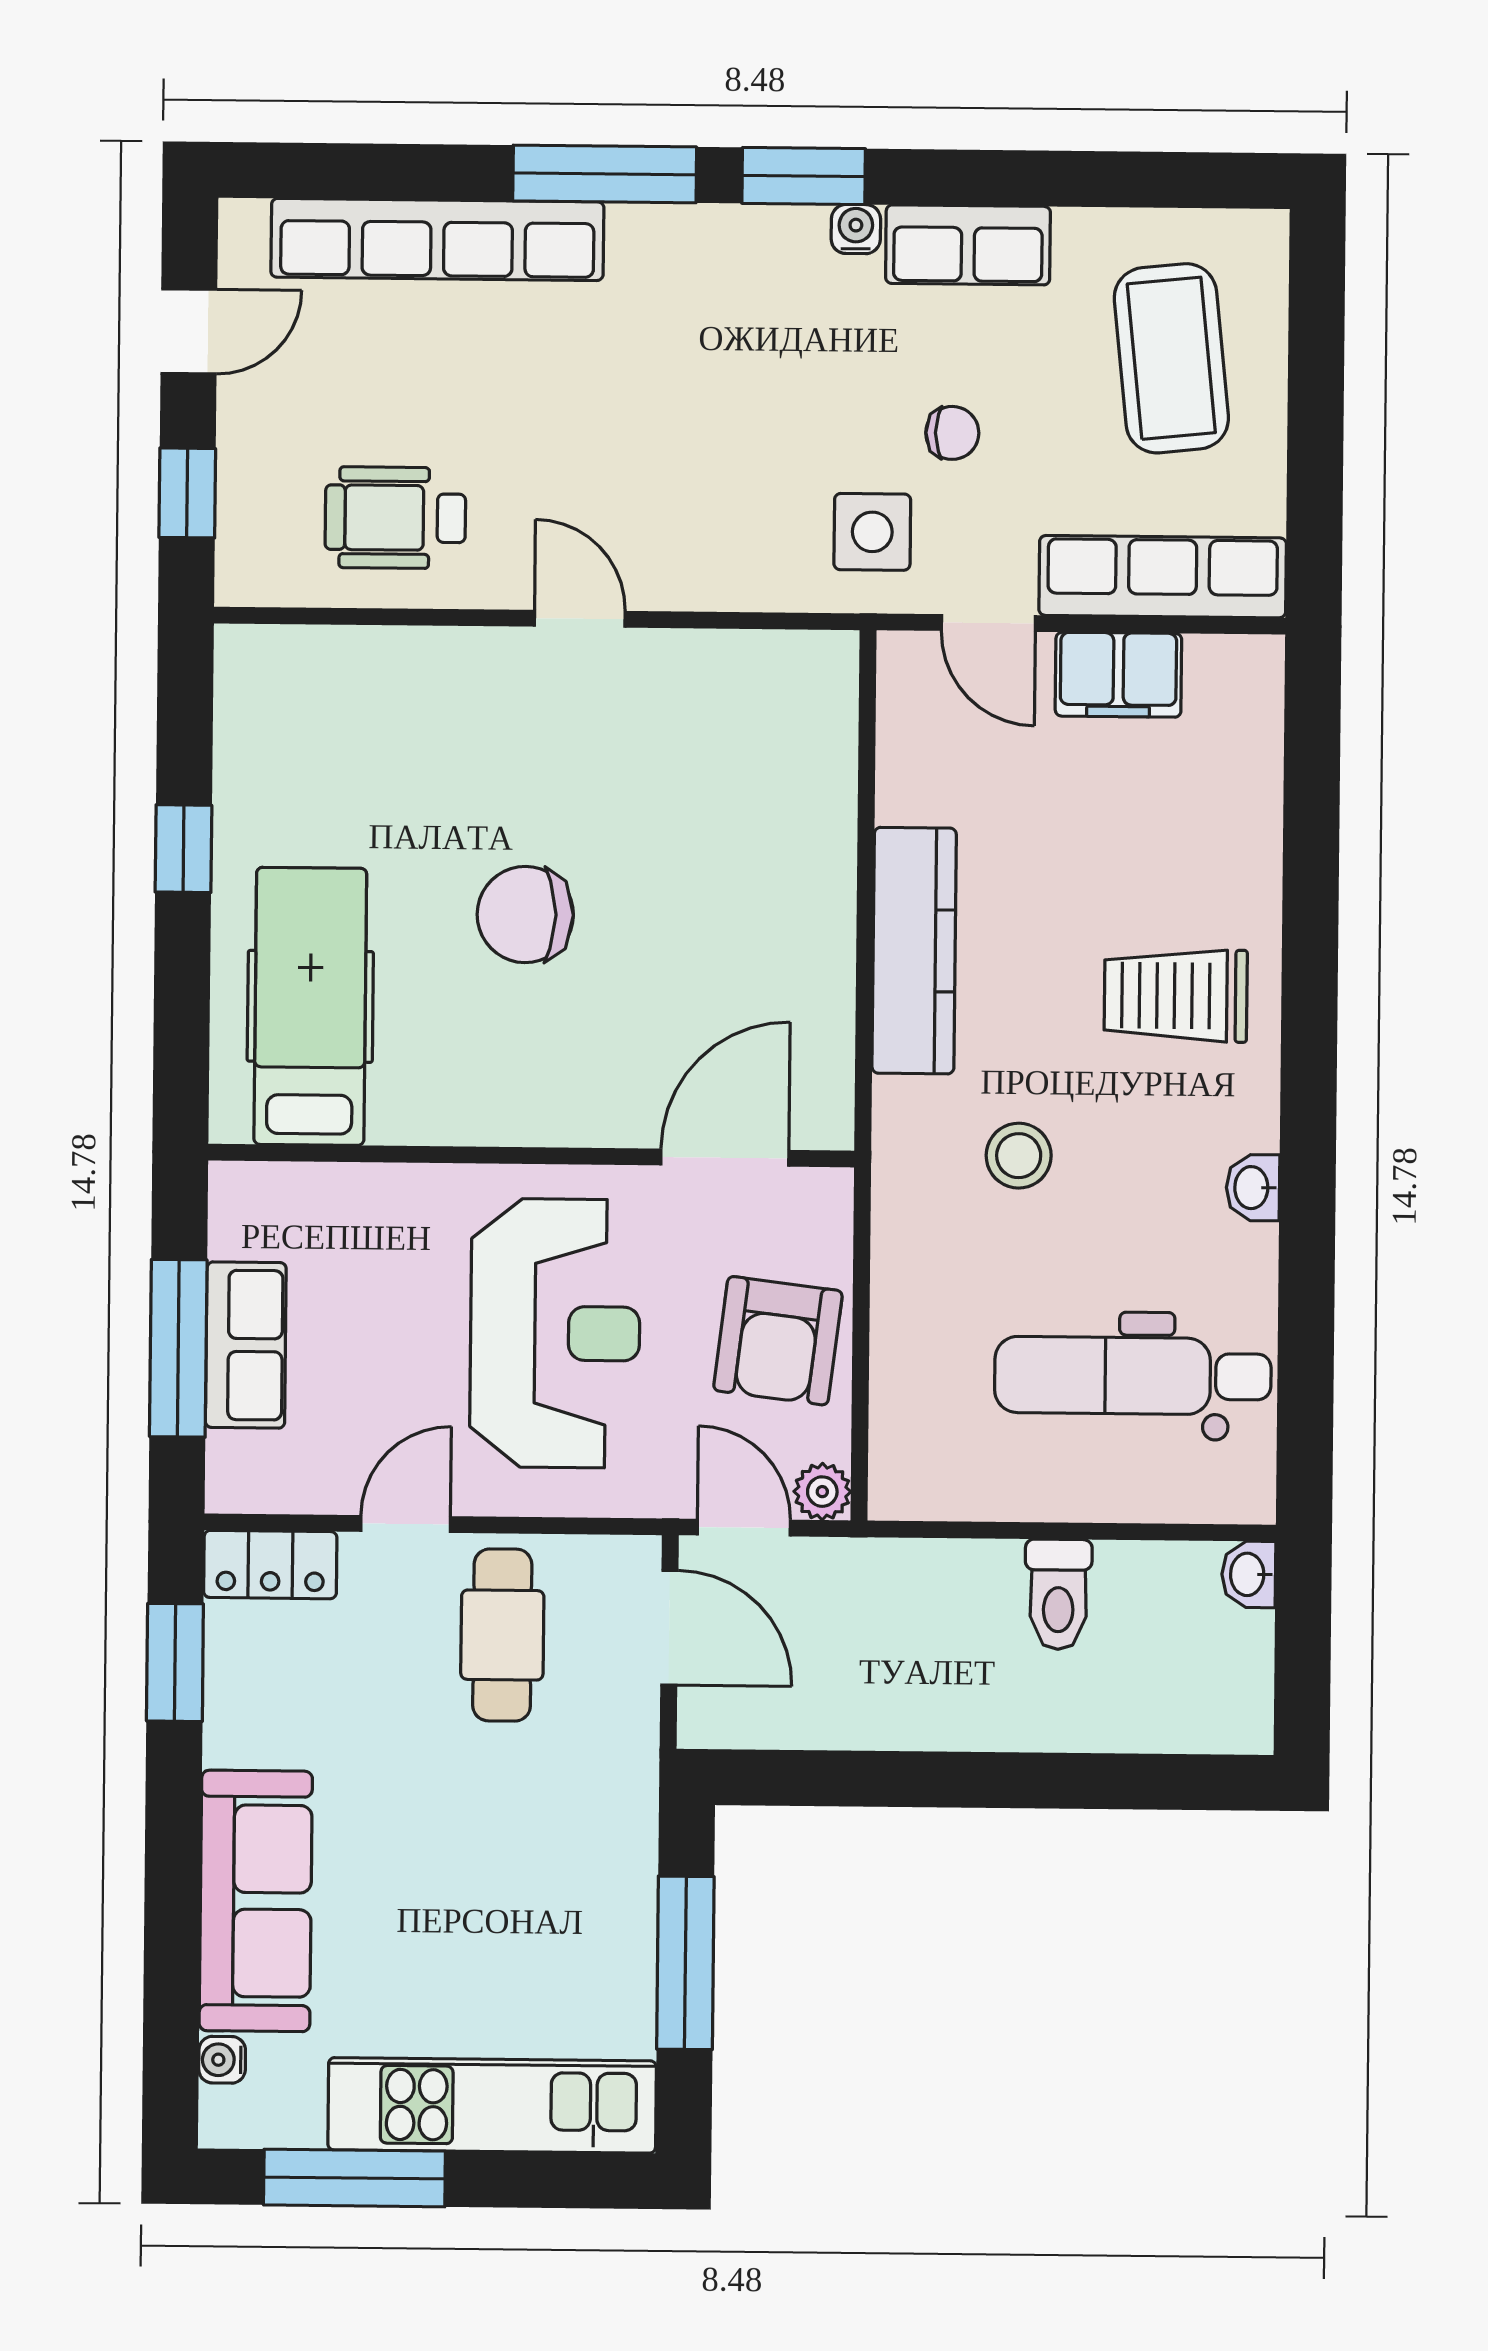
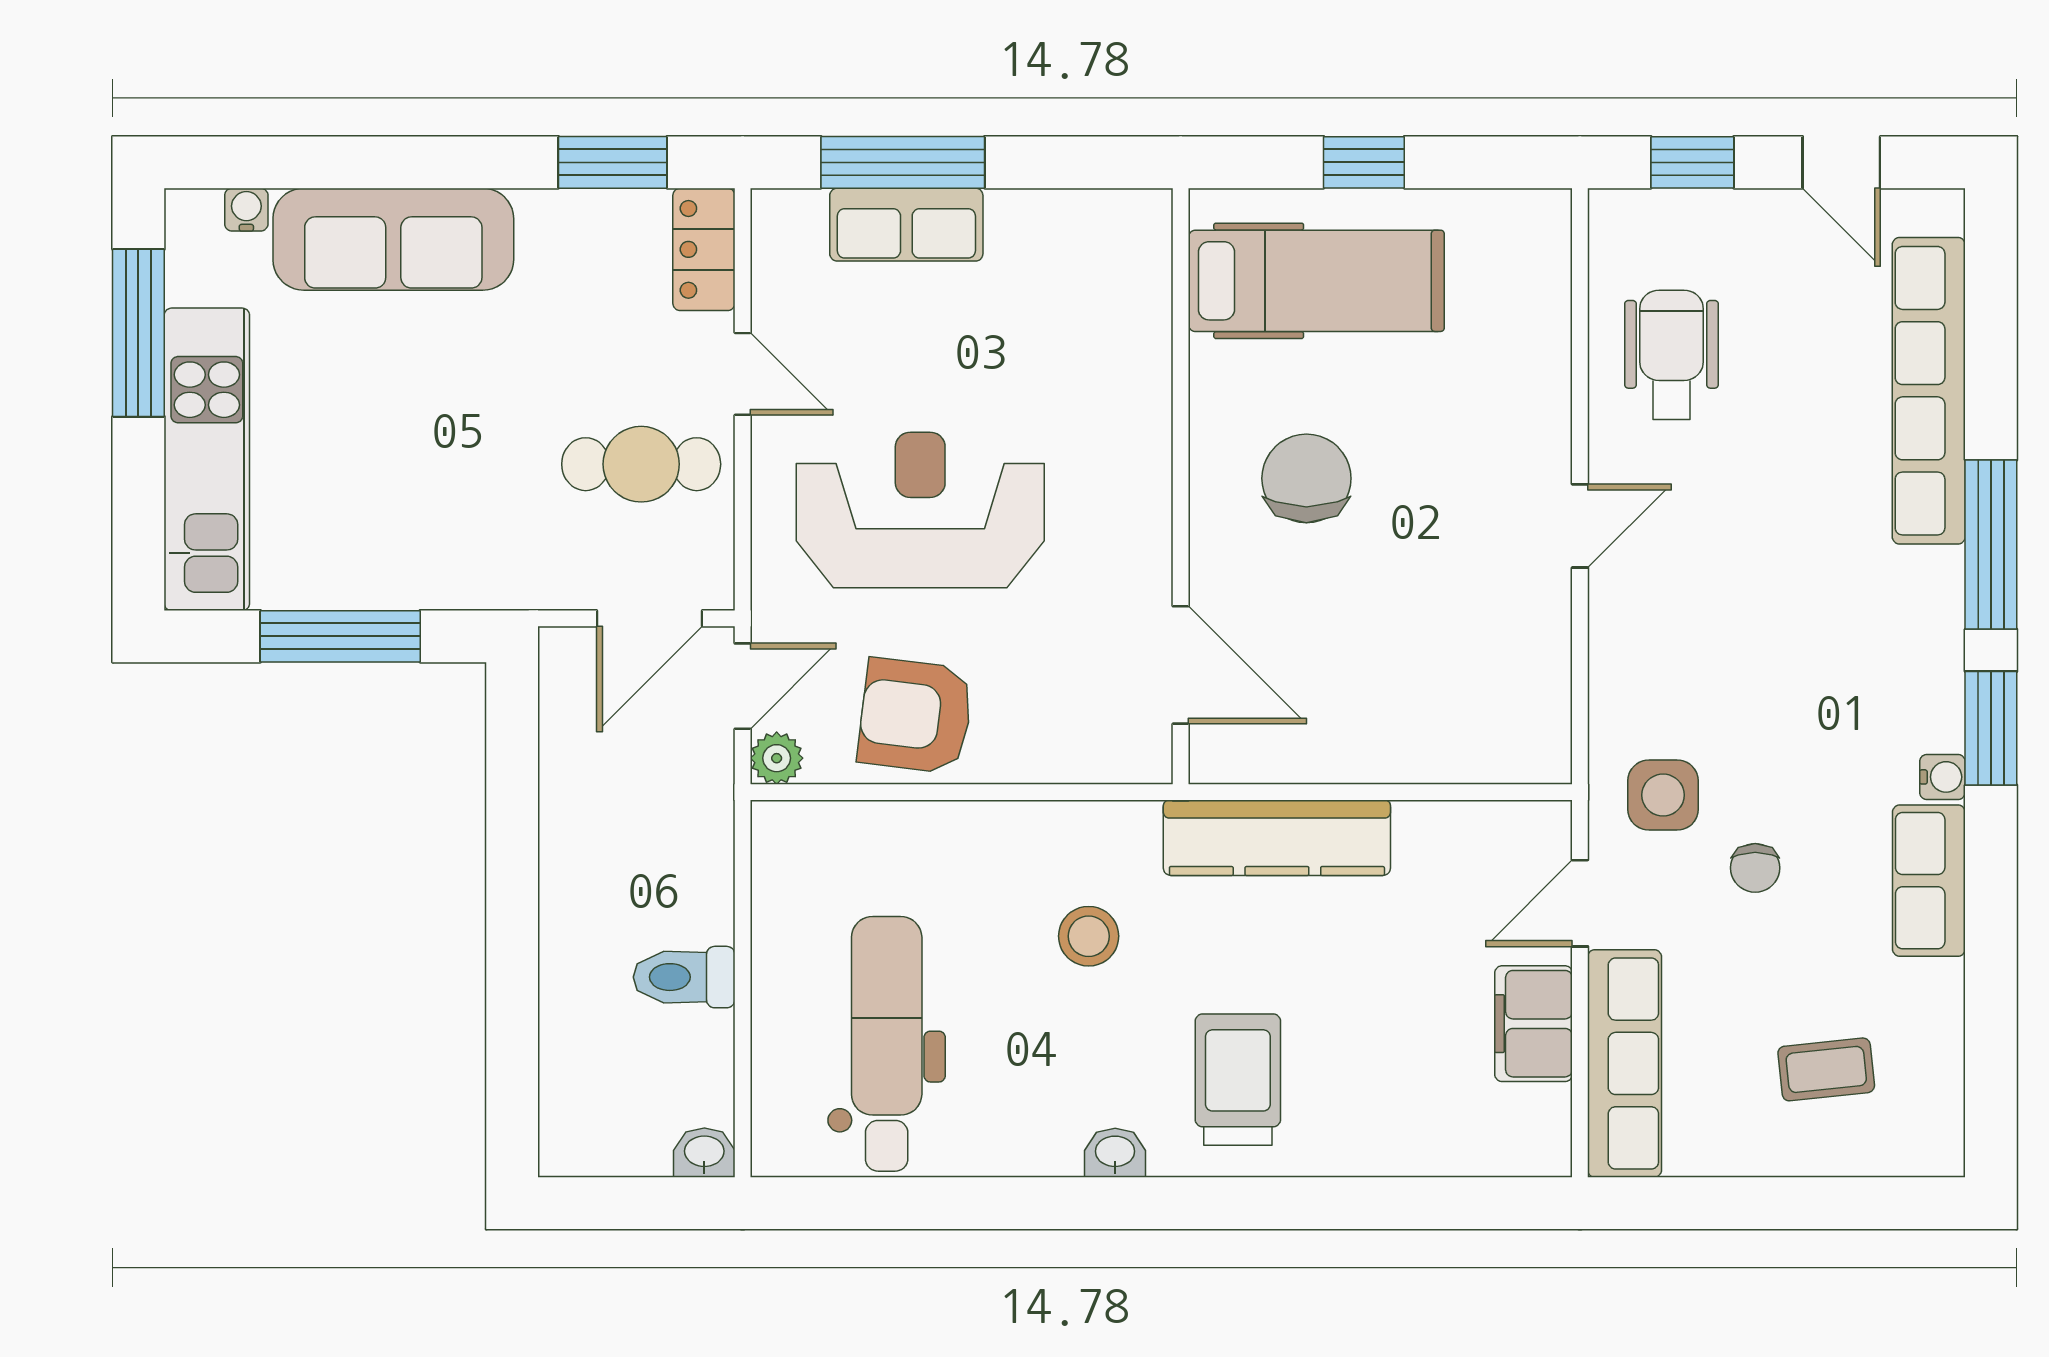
coffee table: (1171, 358) -> (1826, 1069), width x0.54, depth x0.58
hospital bed: (310, 1006) -> (1316, 281), moved
wall: (531, 1156) -> (1181, 486), moved
door: (725, 1158) -> (1181, 665), moved
washbasin: (1253, 1188) -> (1115, 1153), moved
reception desk: (555, 1333) -> (920, 510), turned 180

